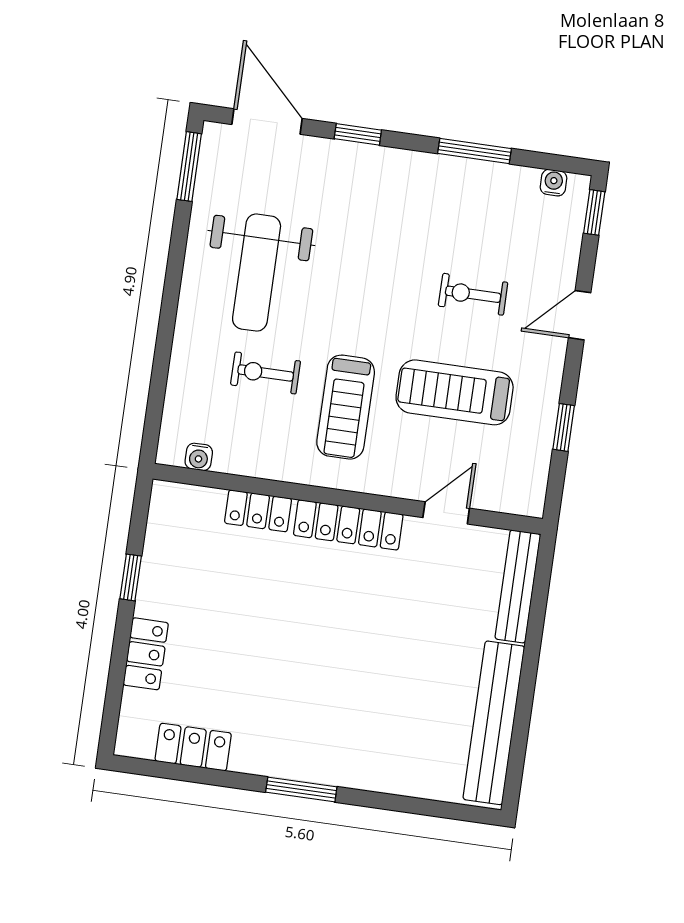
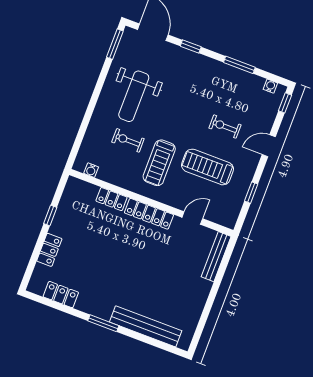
bench: (494, 723) -> (146, 326), moved, turned 90

